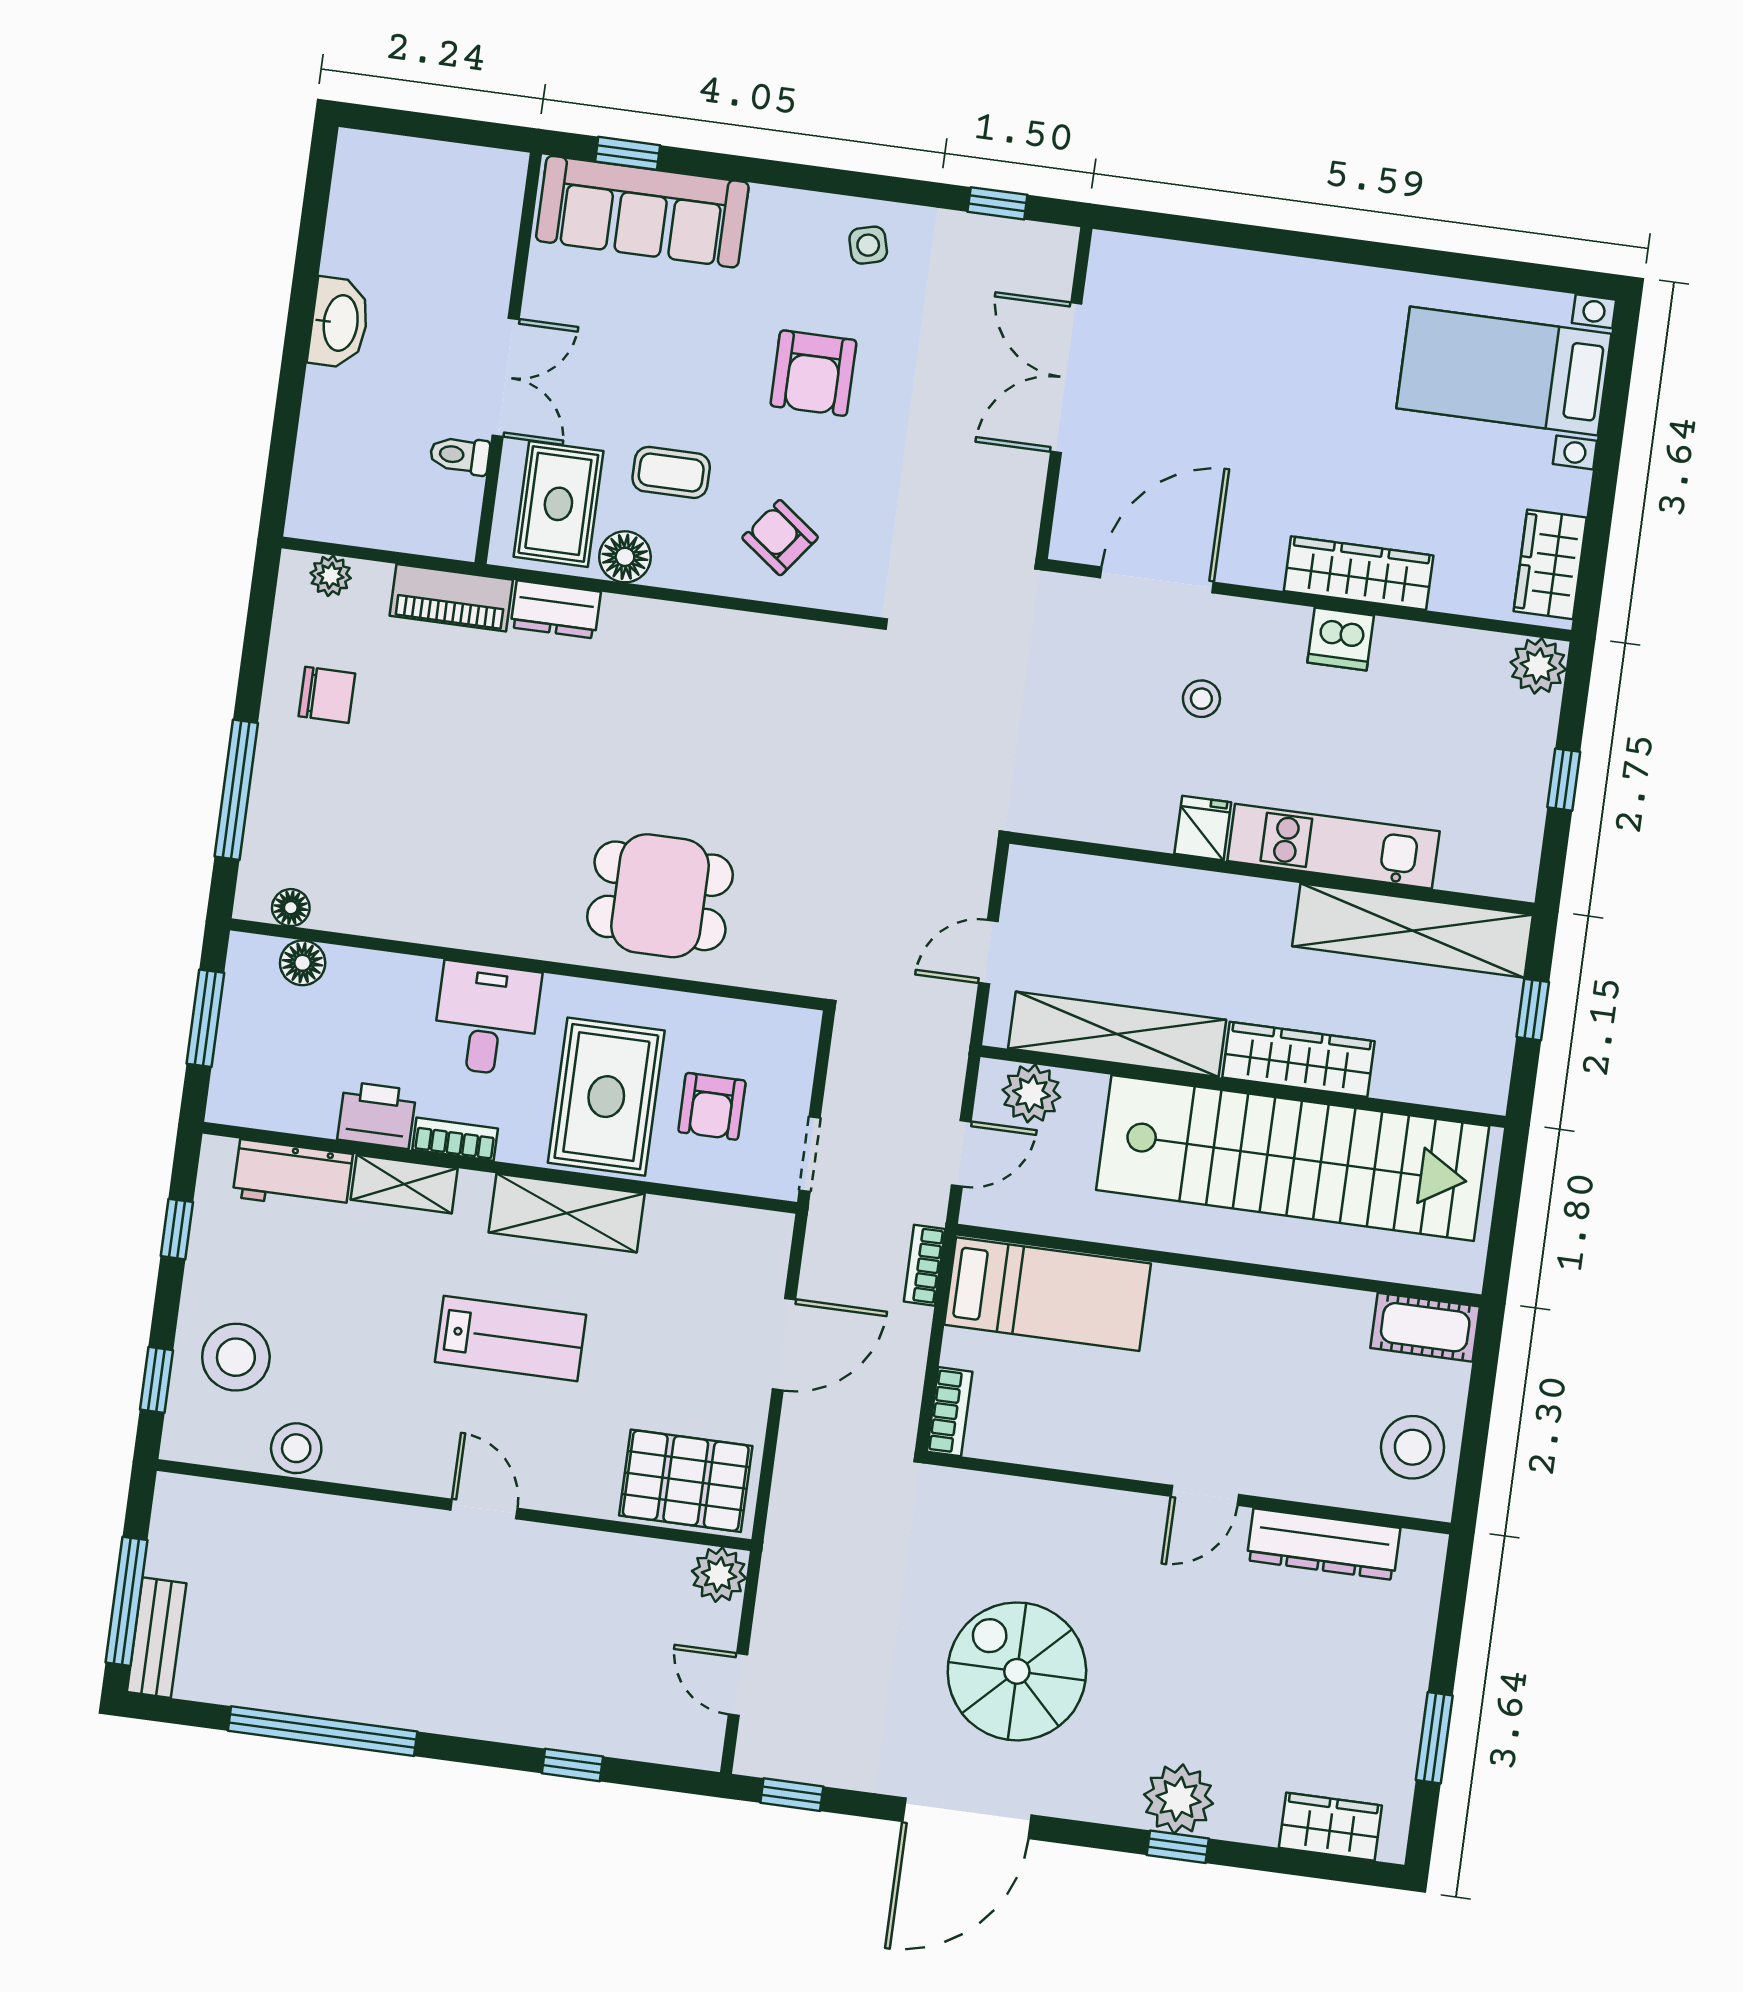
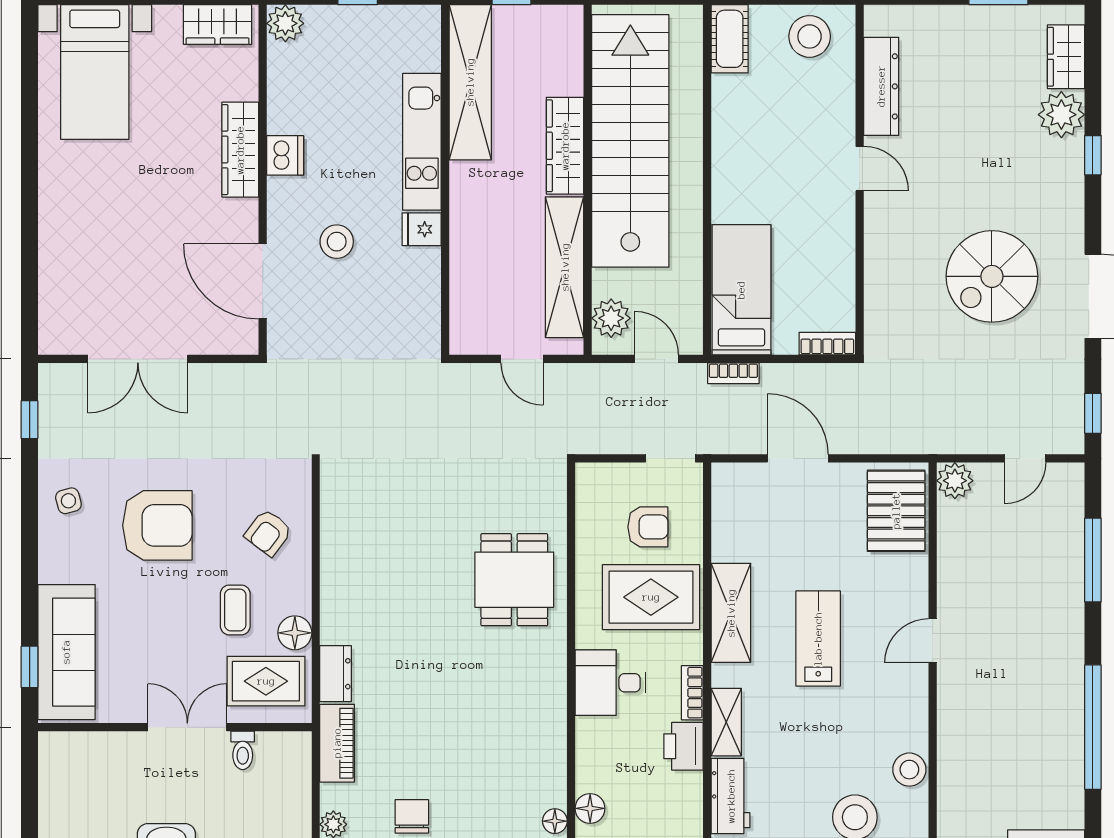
armchair: (813, 373) -> (157, 525), width x1.36, depth x1.36
stool: (1201, 699) -> (337, 242), width x1.37, depth x1.37
window: (572, 1765) -> (1093, 560), width x2.17
plant: (1178, 1799) -> (1061, 115), moved

